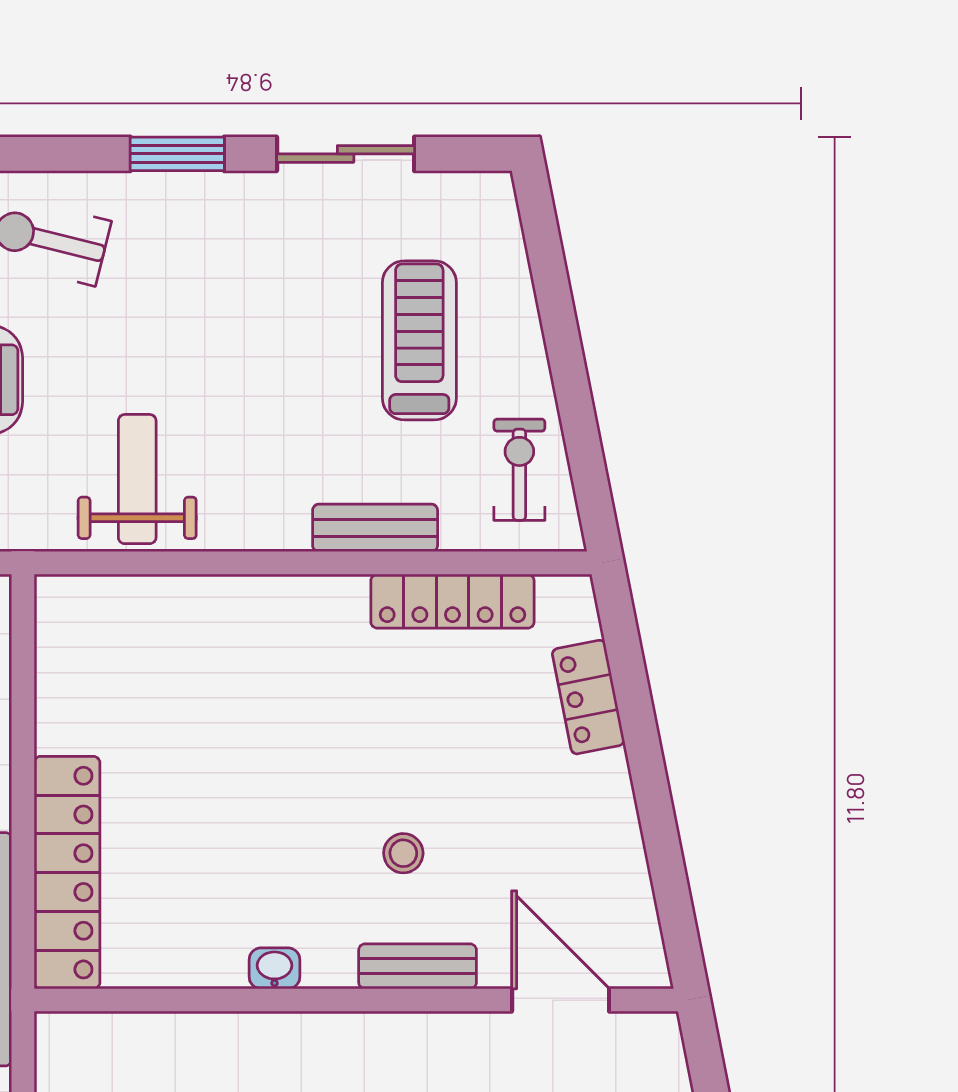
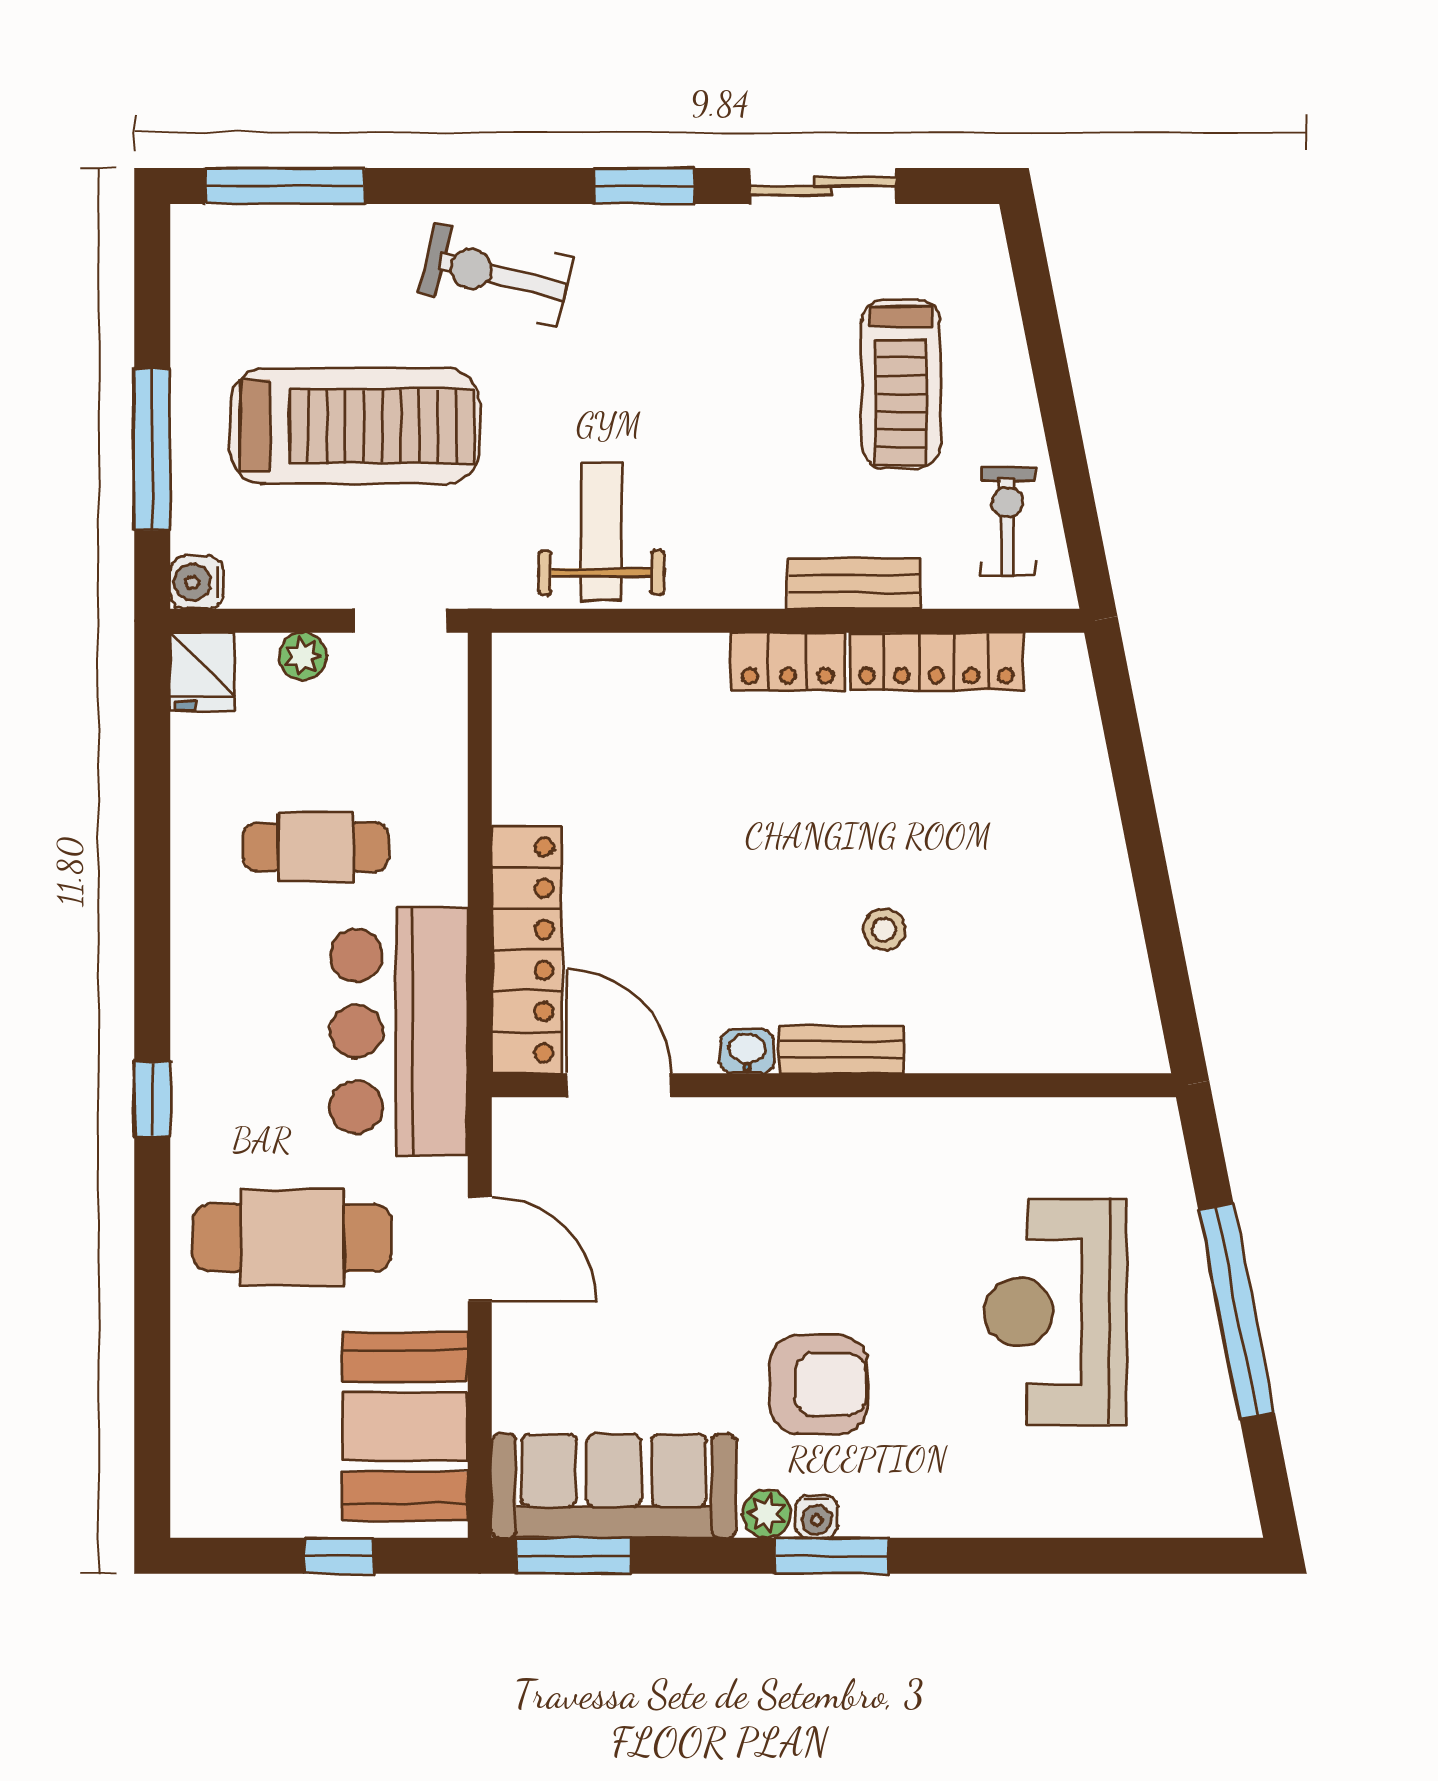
treadmill: (419, 340) -> (901, 384), turned 180
locker: (588, 697) -> (788, 661), moved, turned -79
bench: (418, 966) -> (841, 1050), moved
door: (561, 1000) -> (619, 1085), moved

